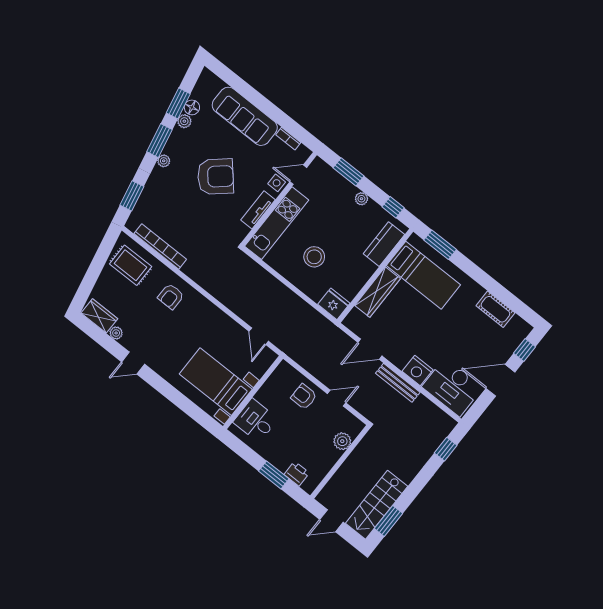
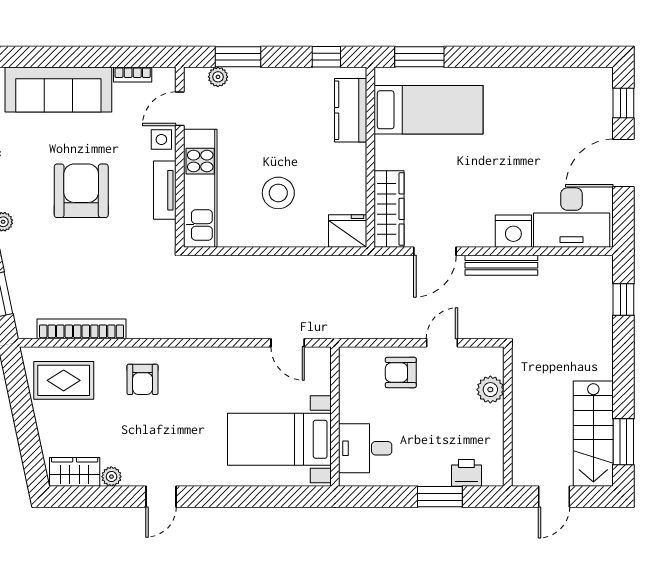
armchair: (216, 177) -> (81, 191), turned -49
plant: (361, 199) -> (218, 77), moved
wardrobe: (377, 292) -> (389, 209), moved
cot: (495, 309) -> (549, 82), removed

